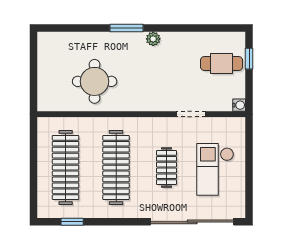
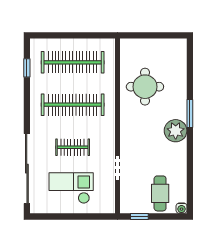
plant: (153, 39) -> (176, 131), width x1.88, depth x1.88
window: (249, 59) -> (139, 217), moved
water cooler: (239, 105) -> (182, 208), moved

